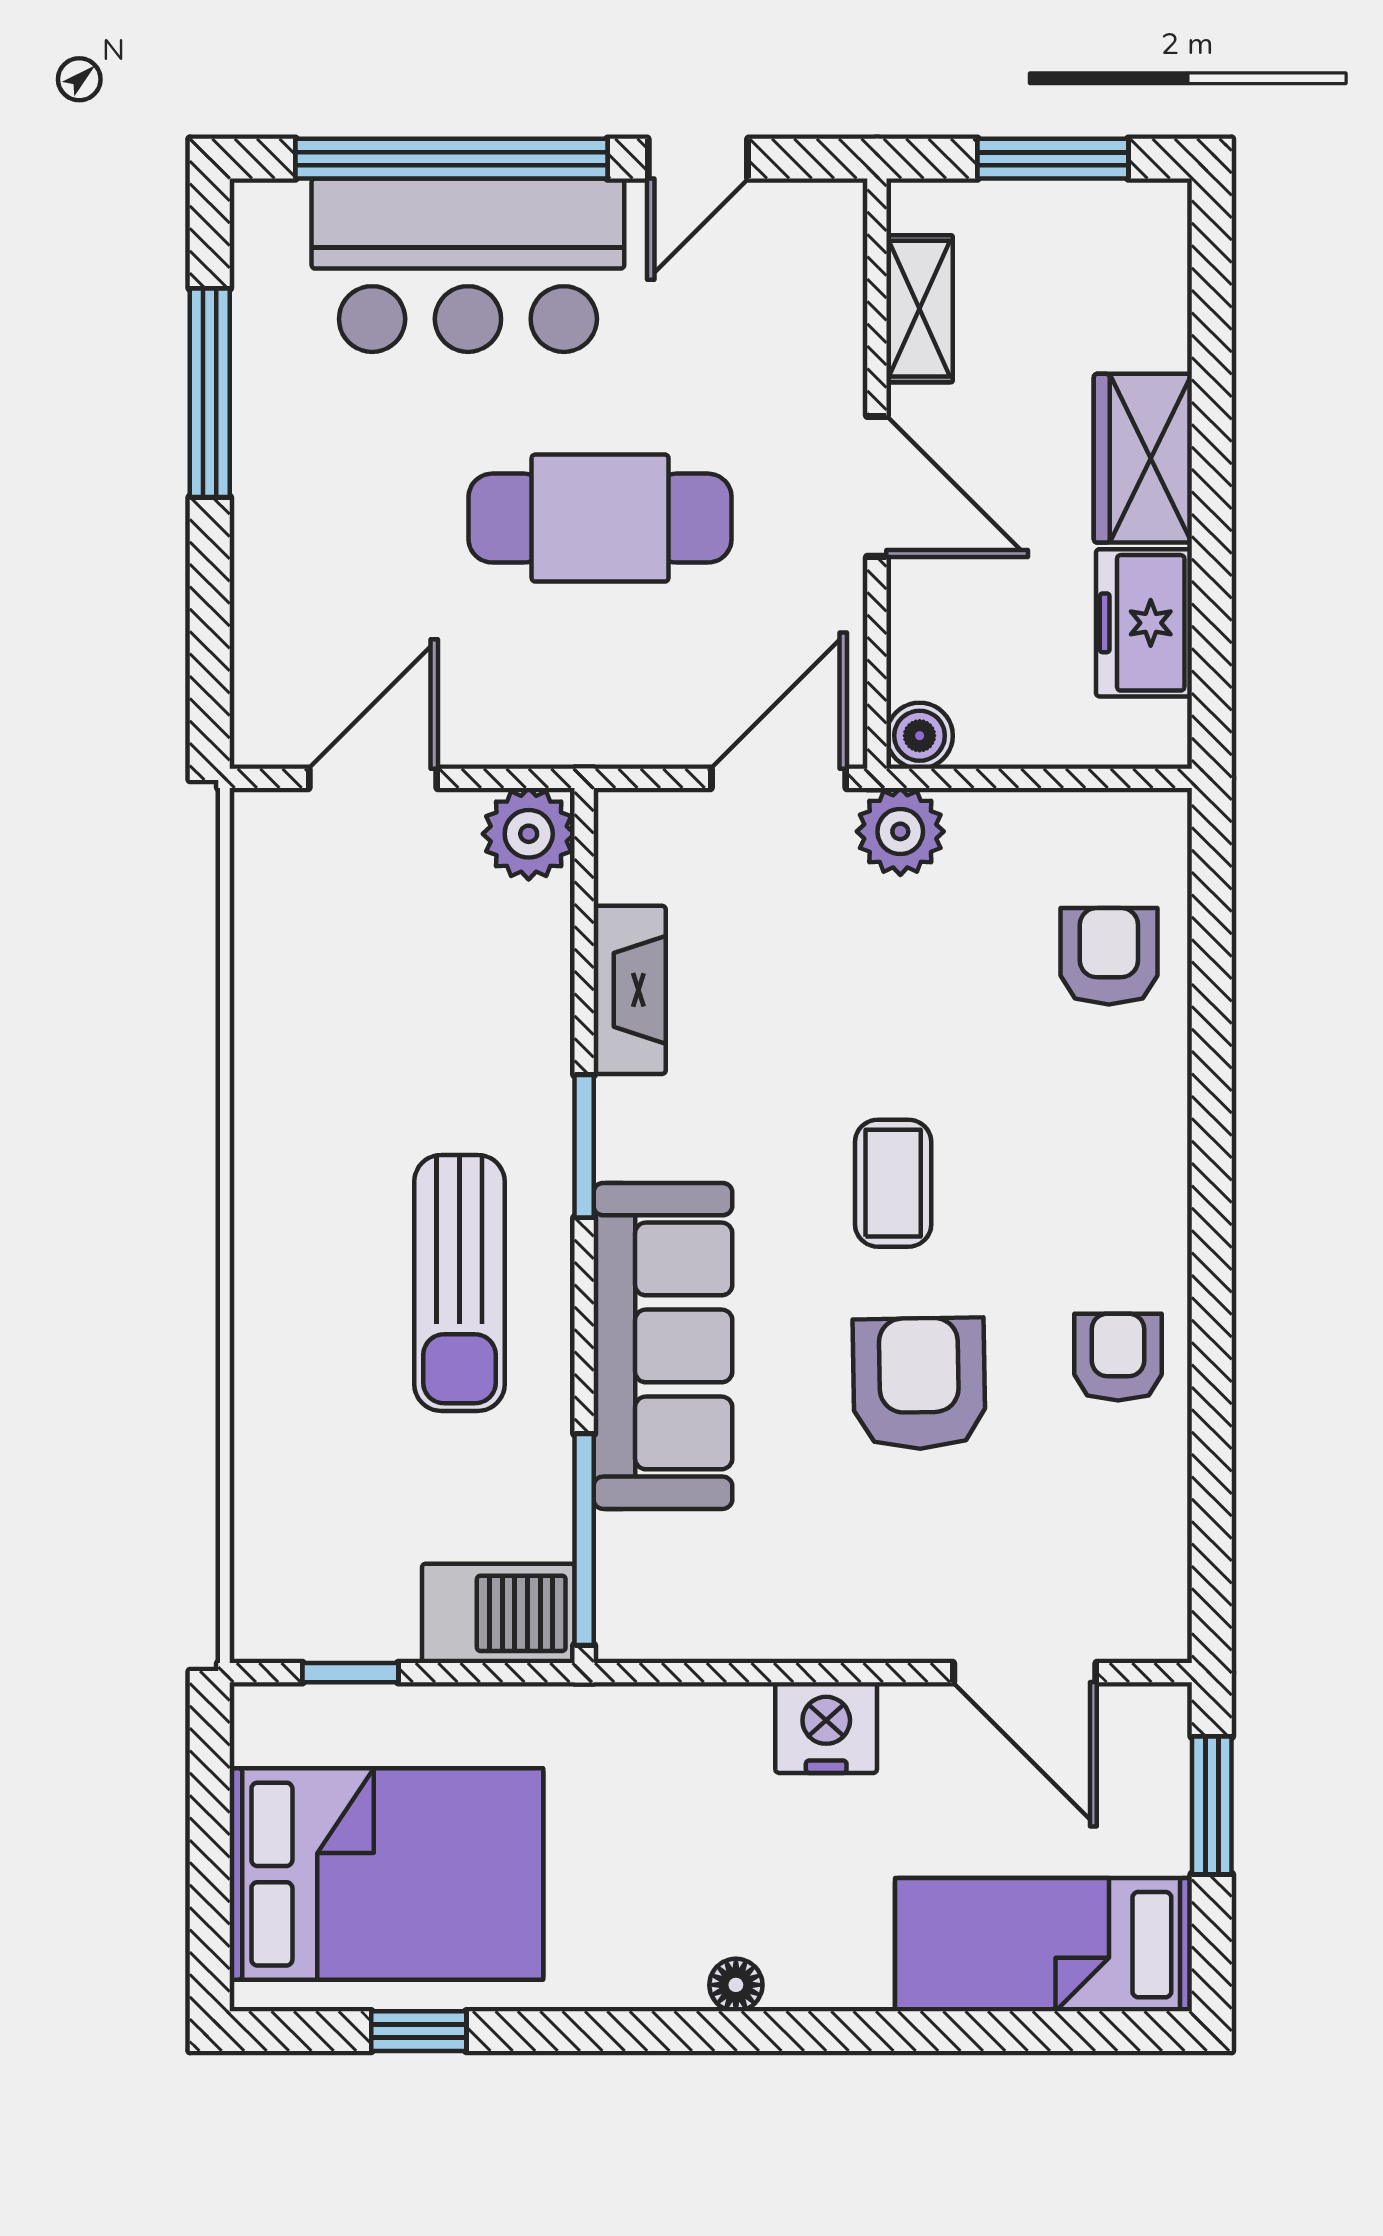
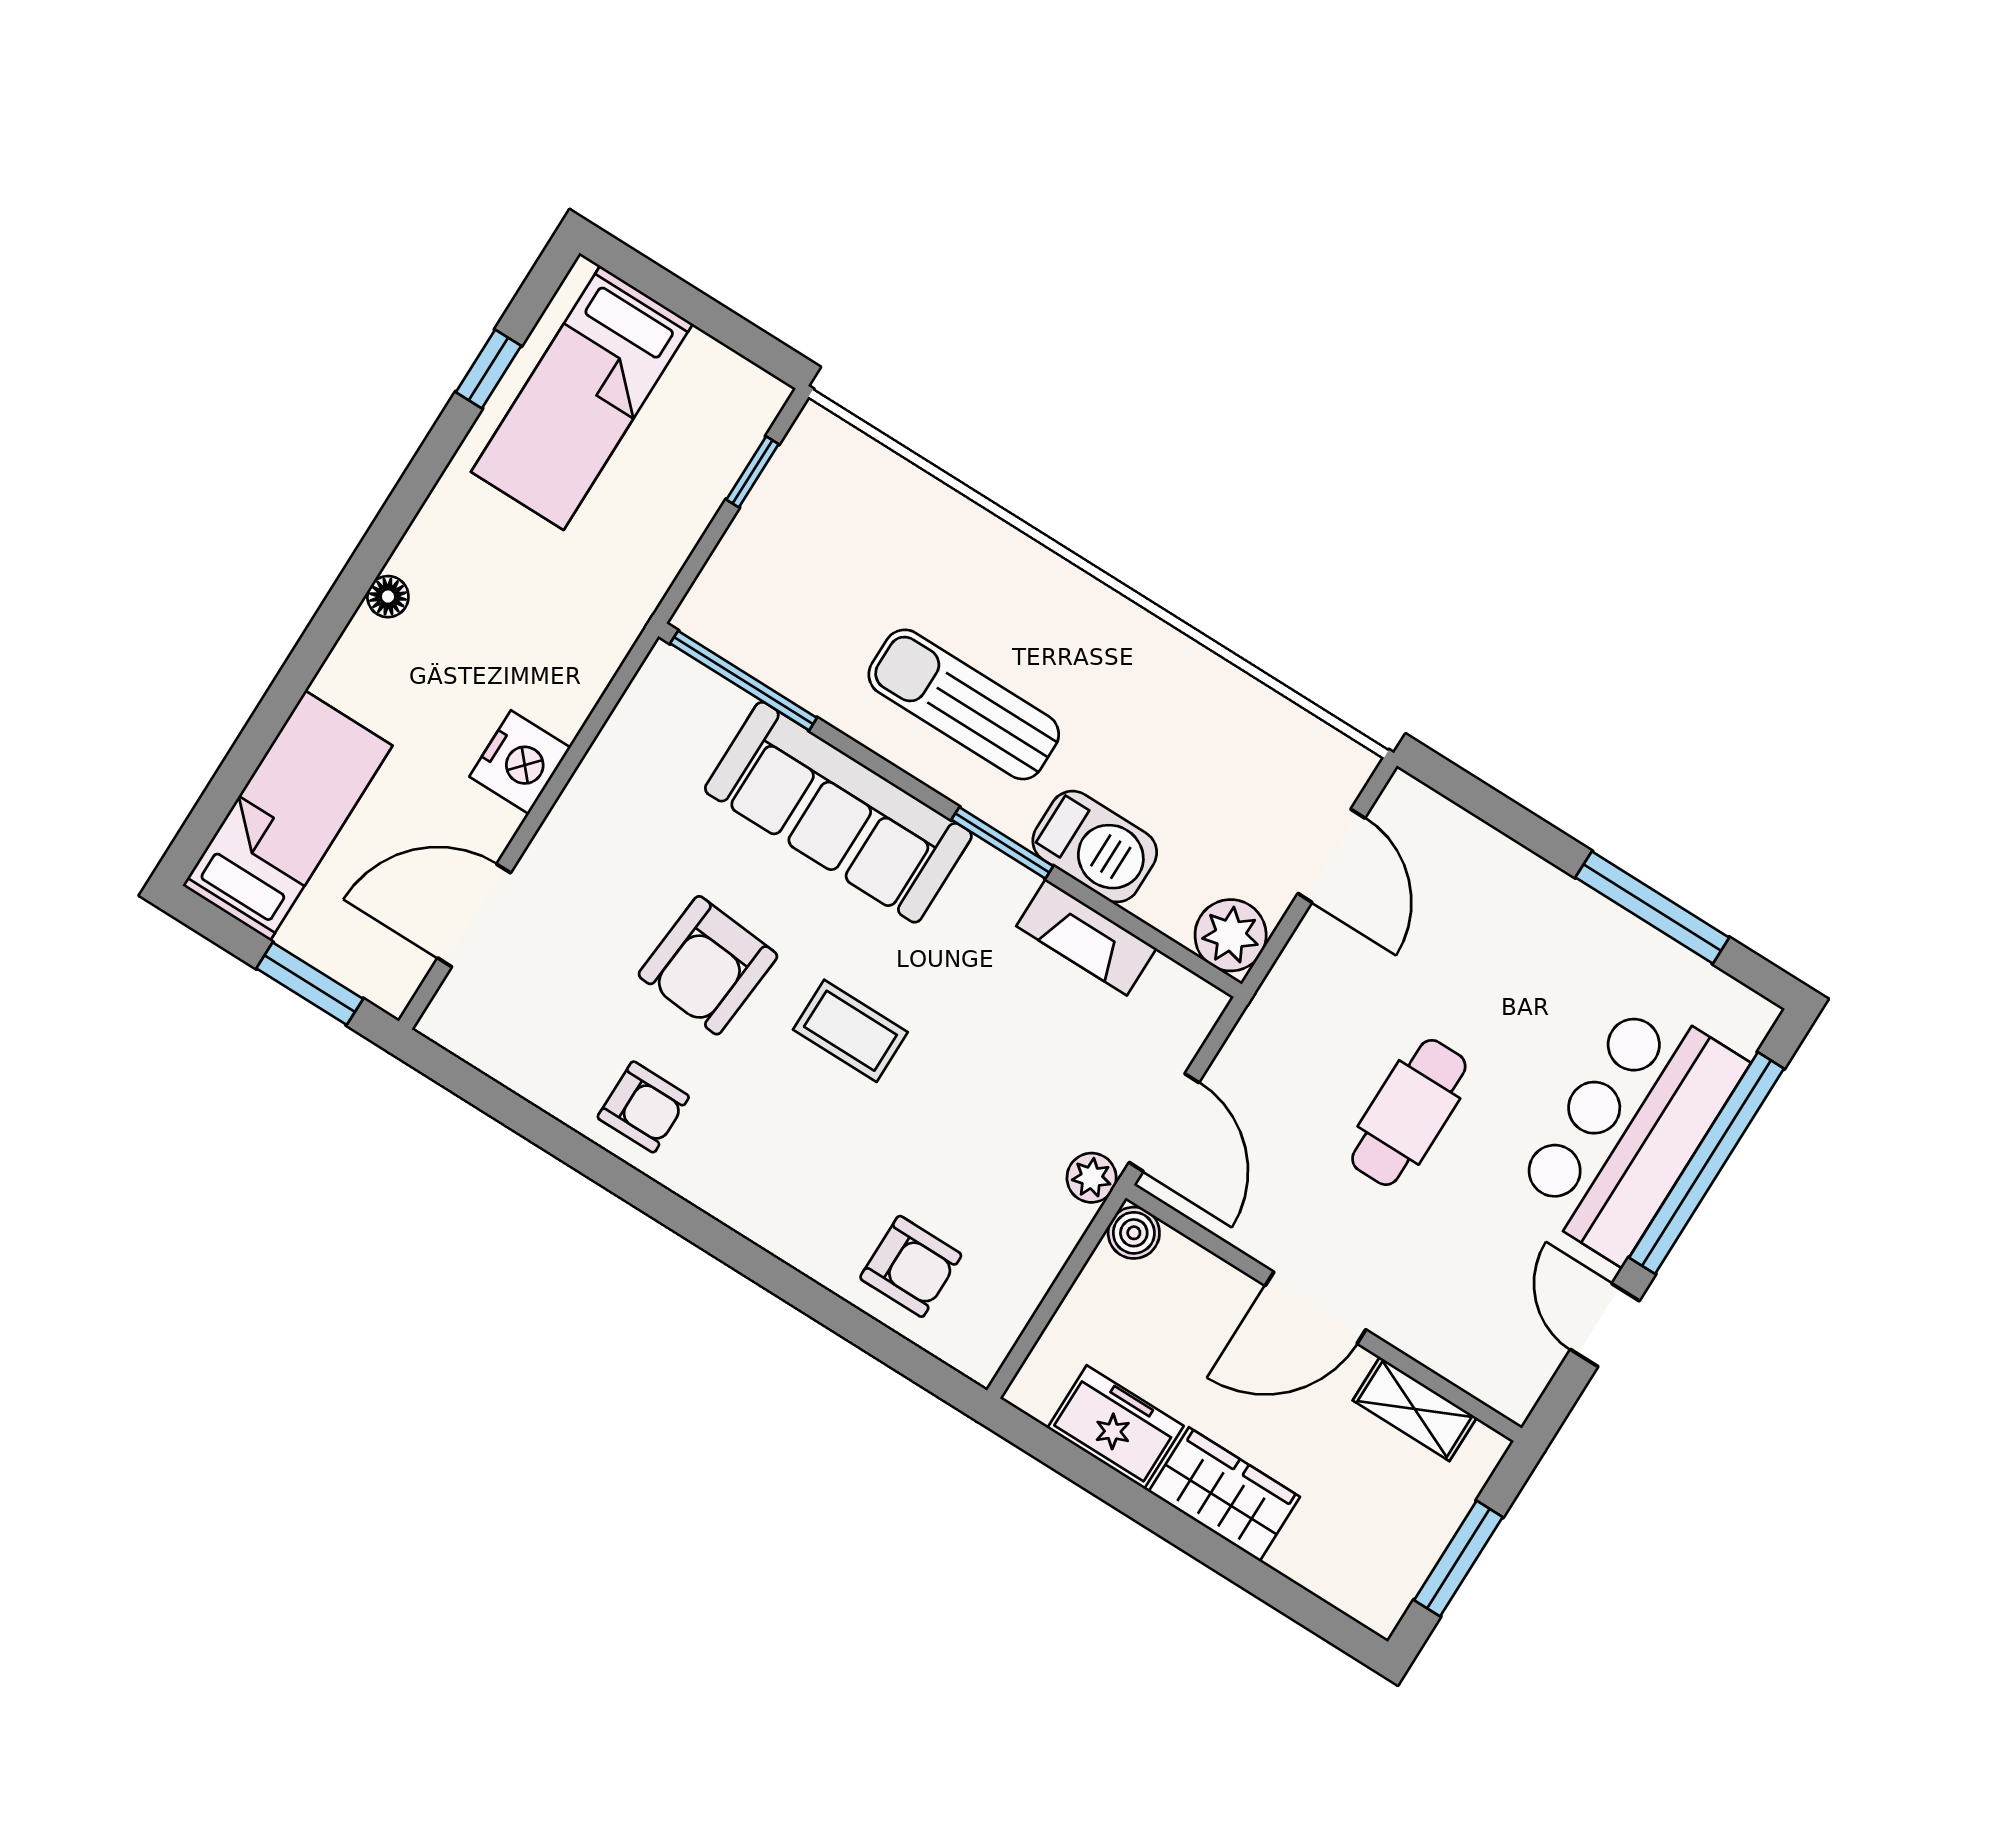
cafe table: (600, 518) -> (1409, 1112), width x0.73, depth x0.74
plant: (900, 831) -> (1092, 1178), width x0.73, depth x0.73
armchair: (919, 1384) -> (708, 965), turned 96
barbecue: (498, 1613) -> (1095, 847), moved, turned -90
bed: (386, 1874) -> (582, 398), width x0.67

